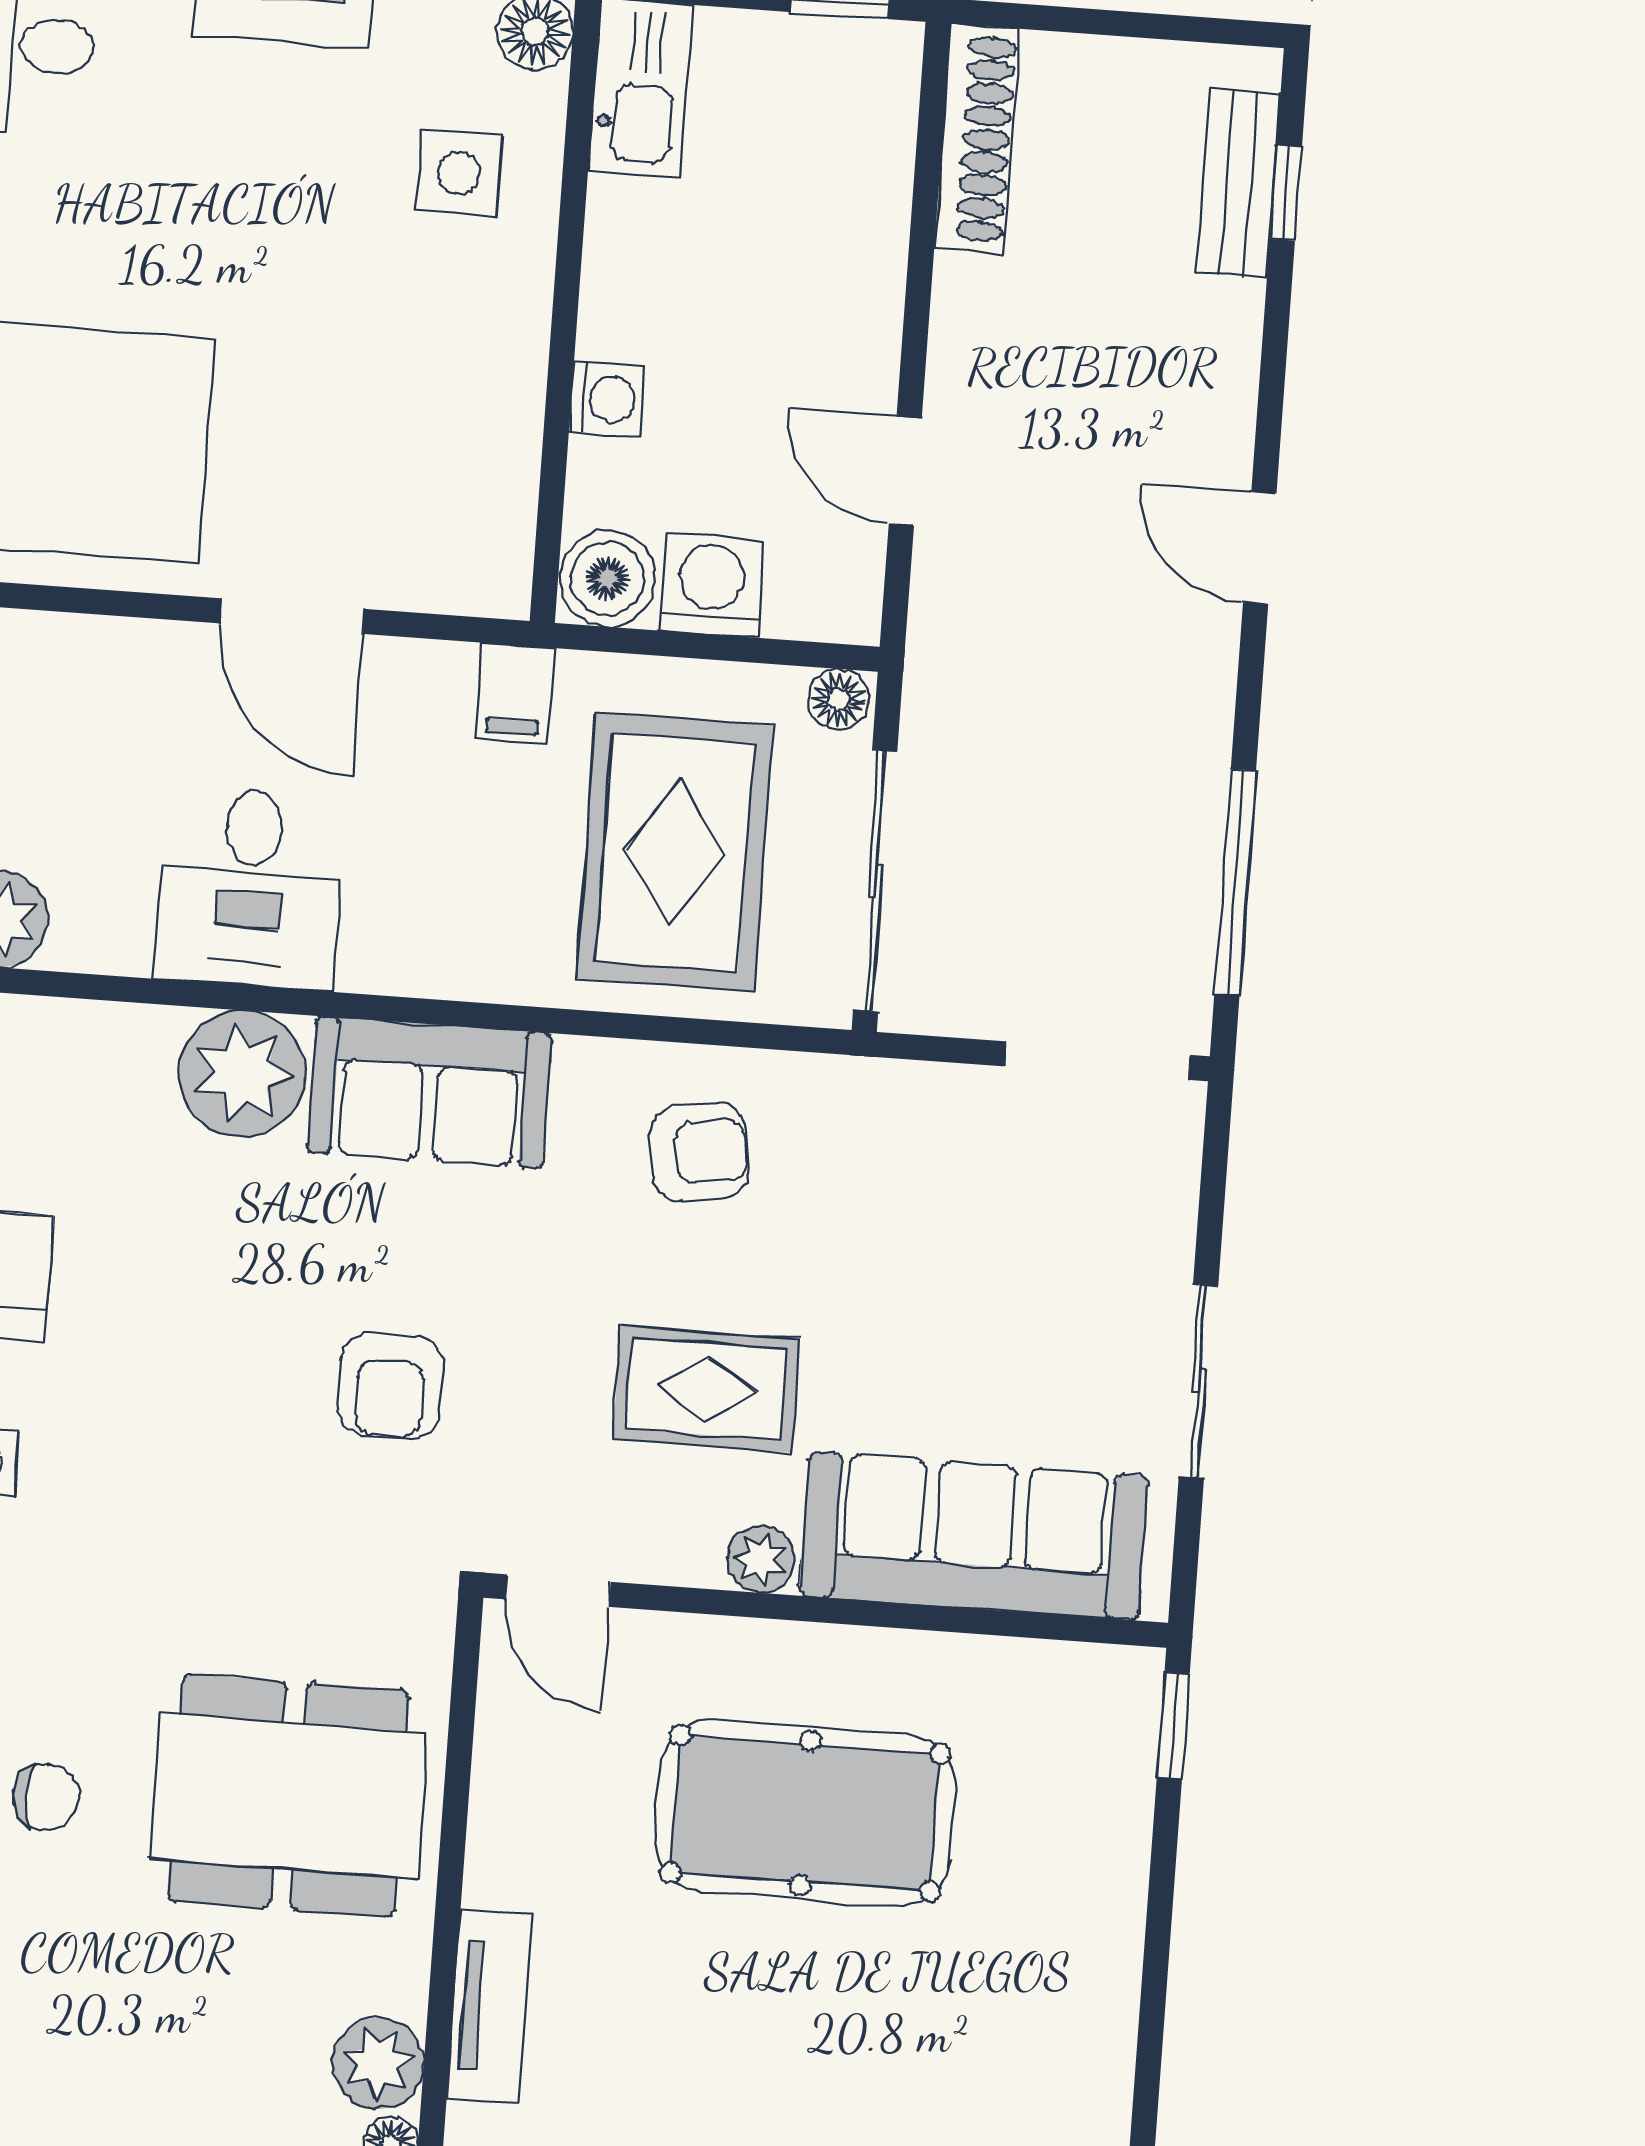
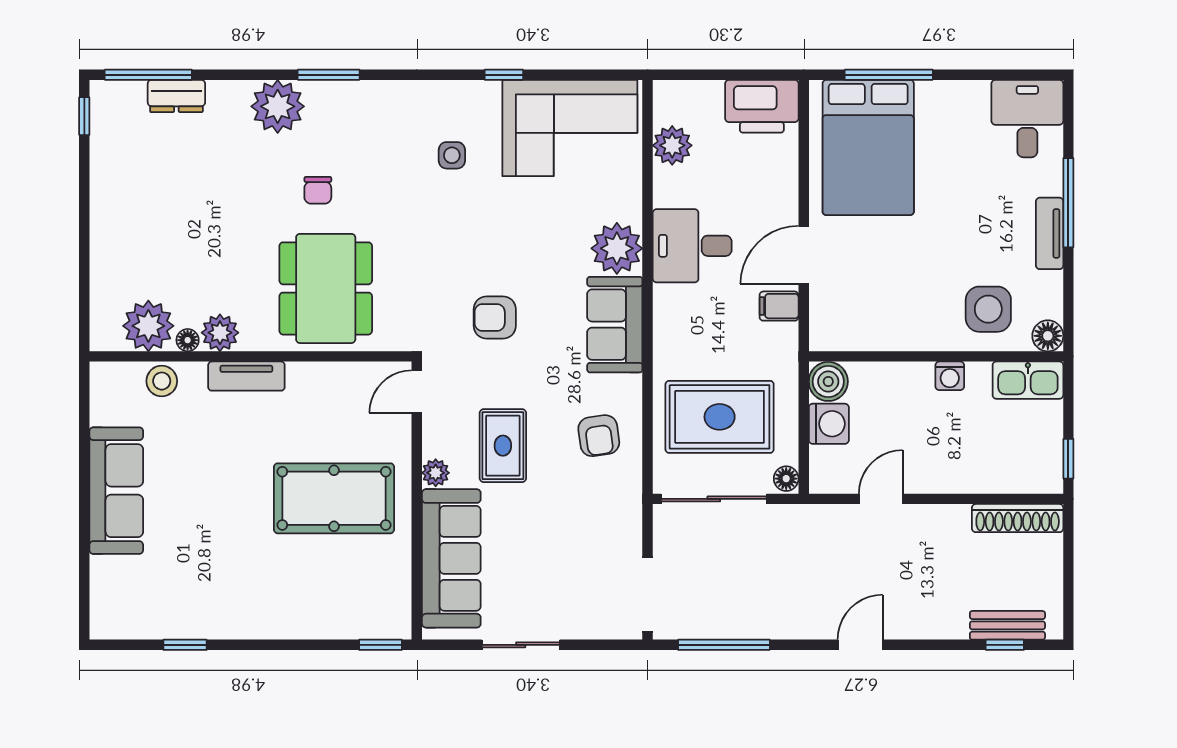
side table: (459, 173) -> (988, 309), width x1.37, depth x1.37
washing machine: (607, 399) -> (950, 376), moved
filing cabinet: (514, 693) -> (779, 306), moved
pool table: (805, 1813) -> (334, 498), turned 90

